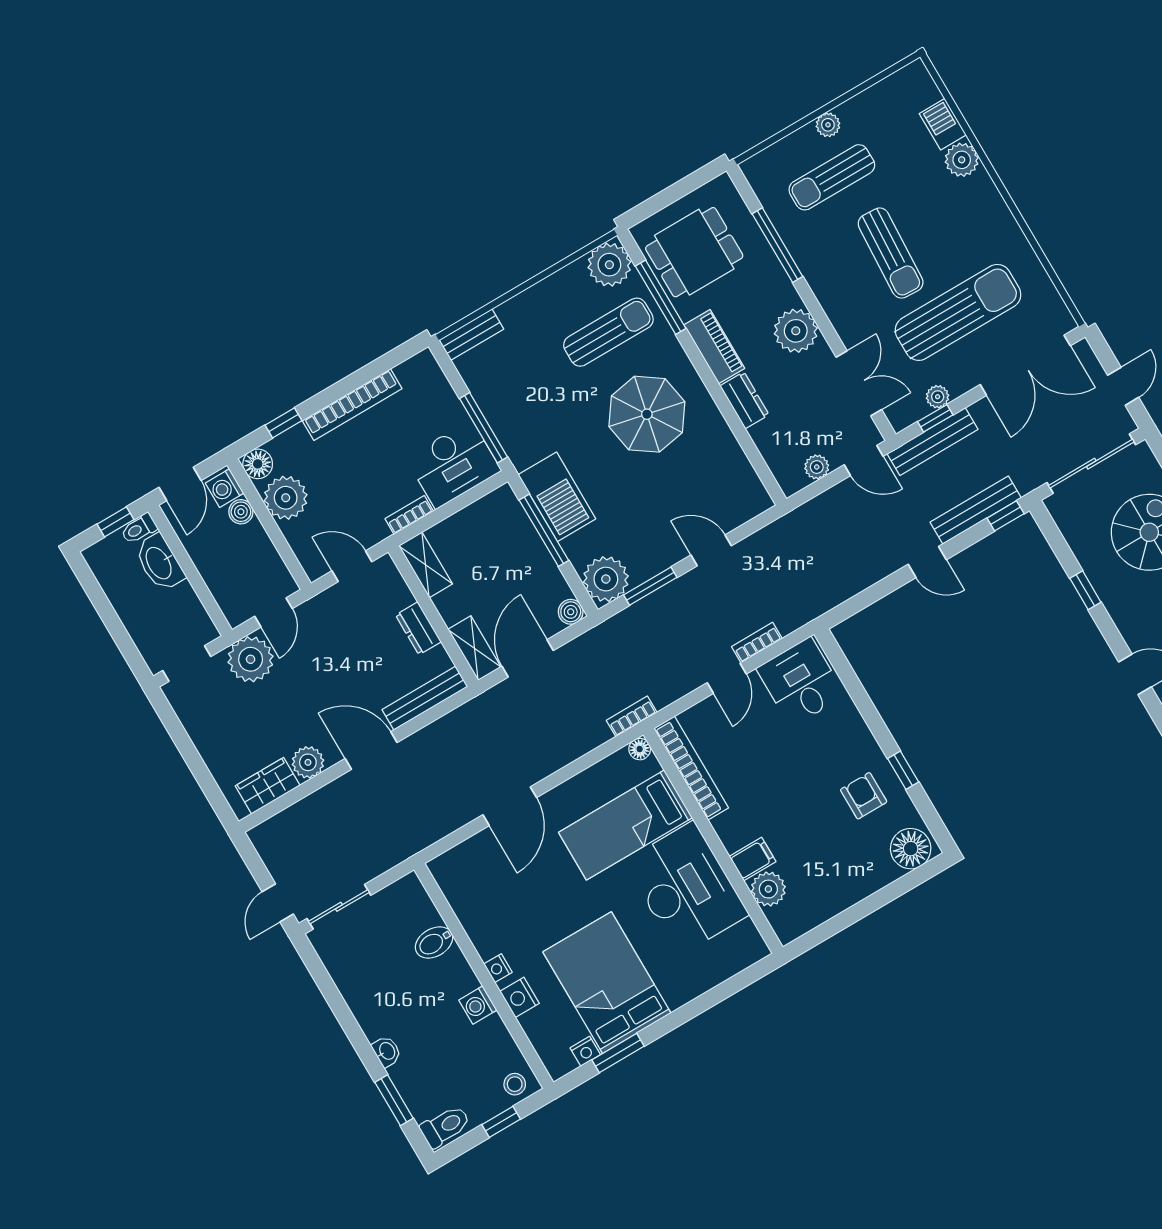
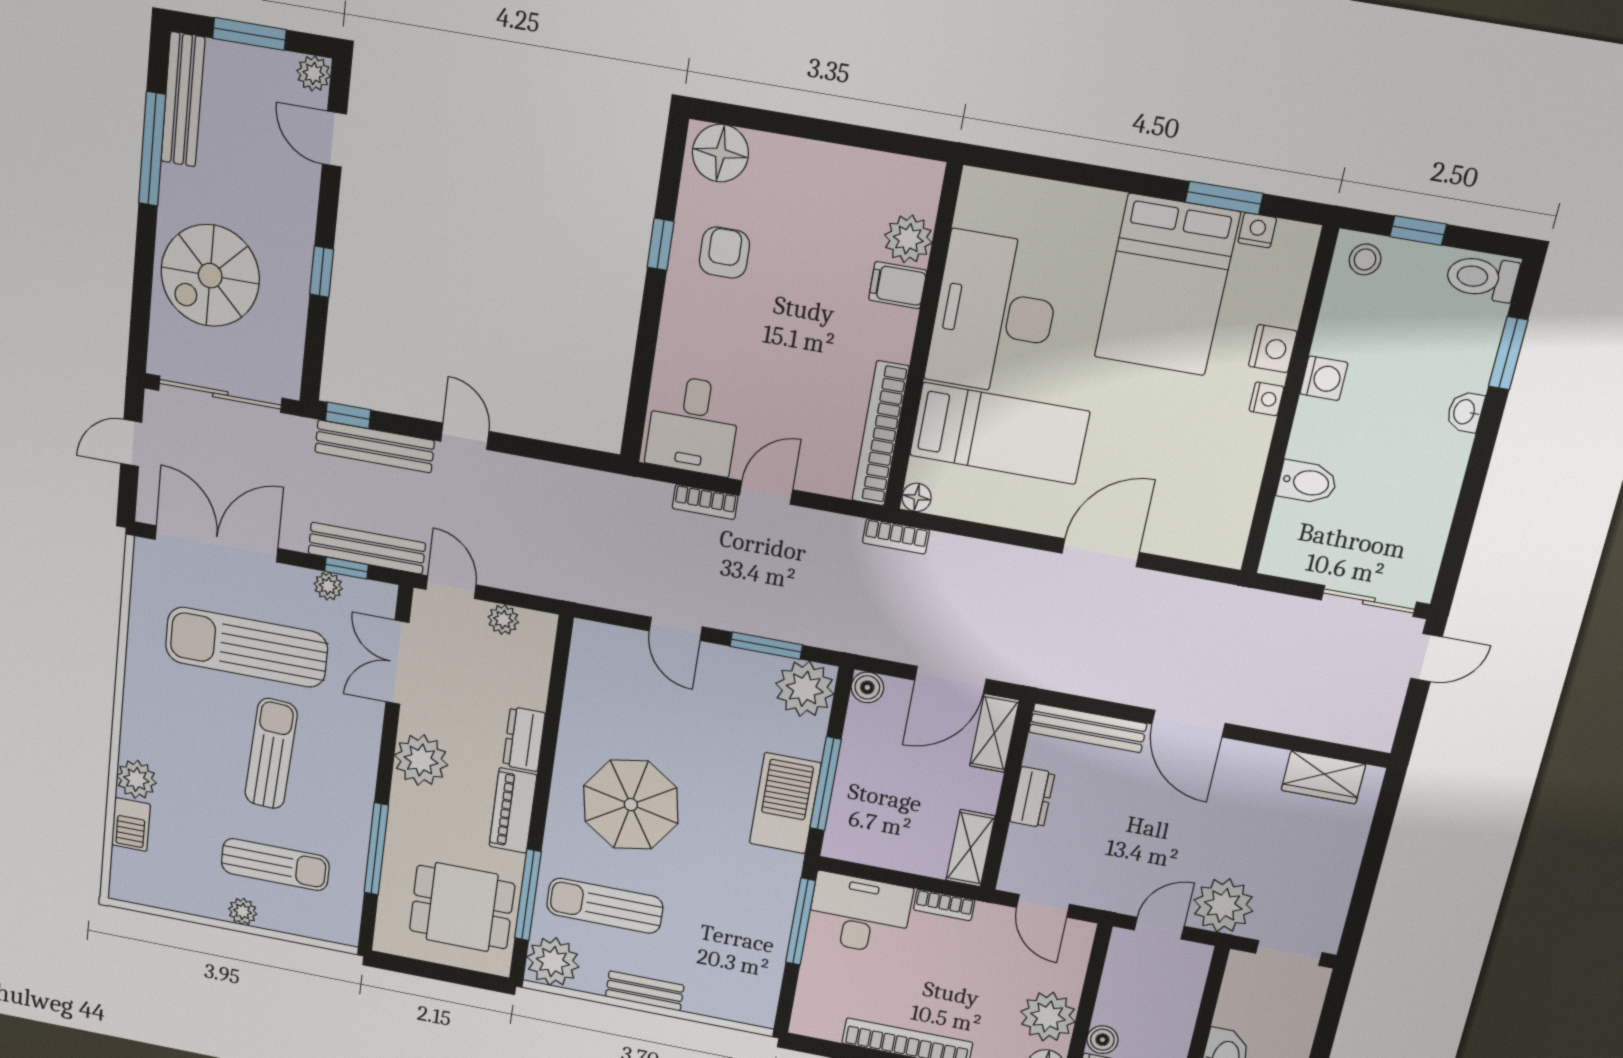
bench: (471, 335) -> (645, 991), moved
plant: (308, 762) -> (1262, 765), removed
armchair: (864, 796) -> (724, 253), turned 180

